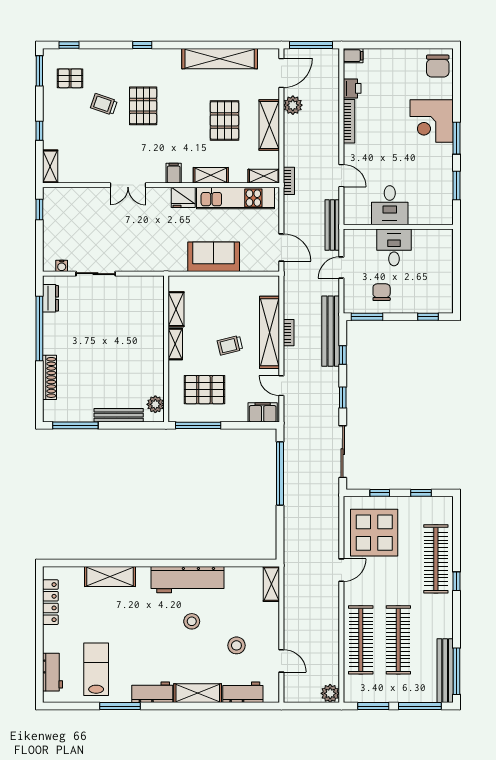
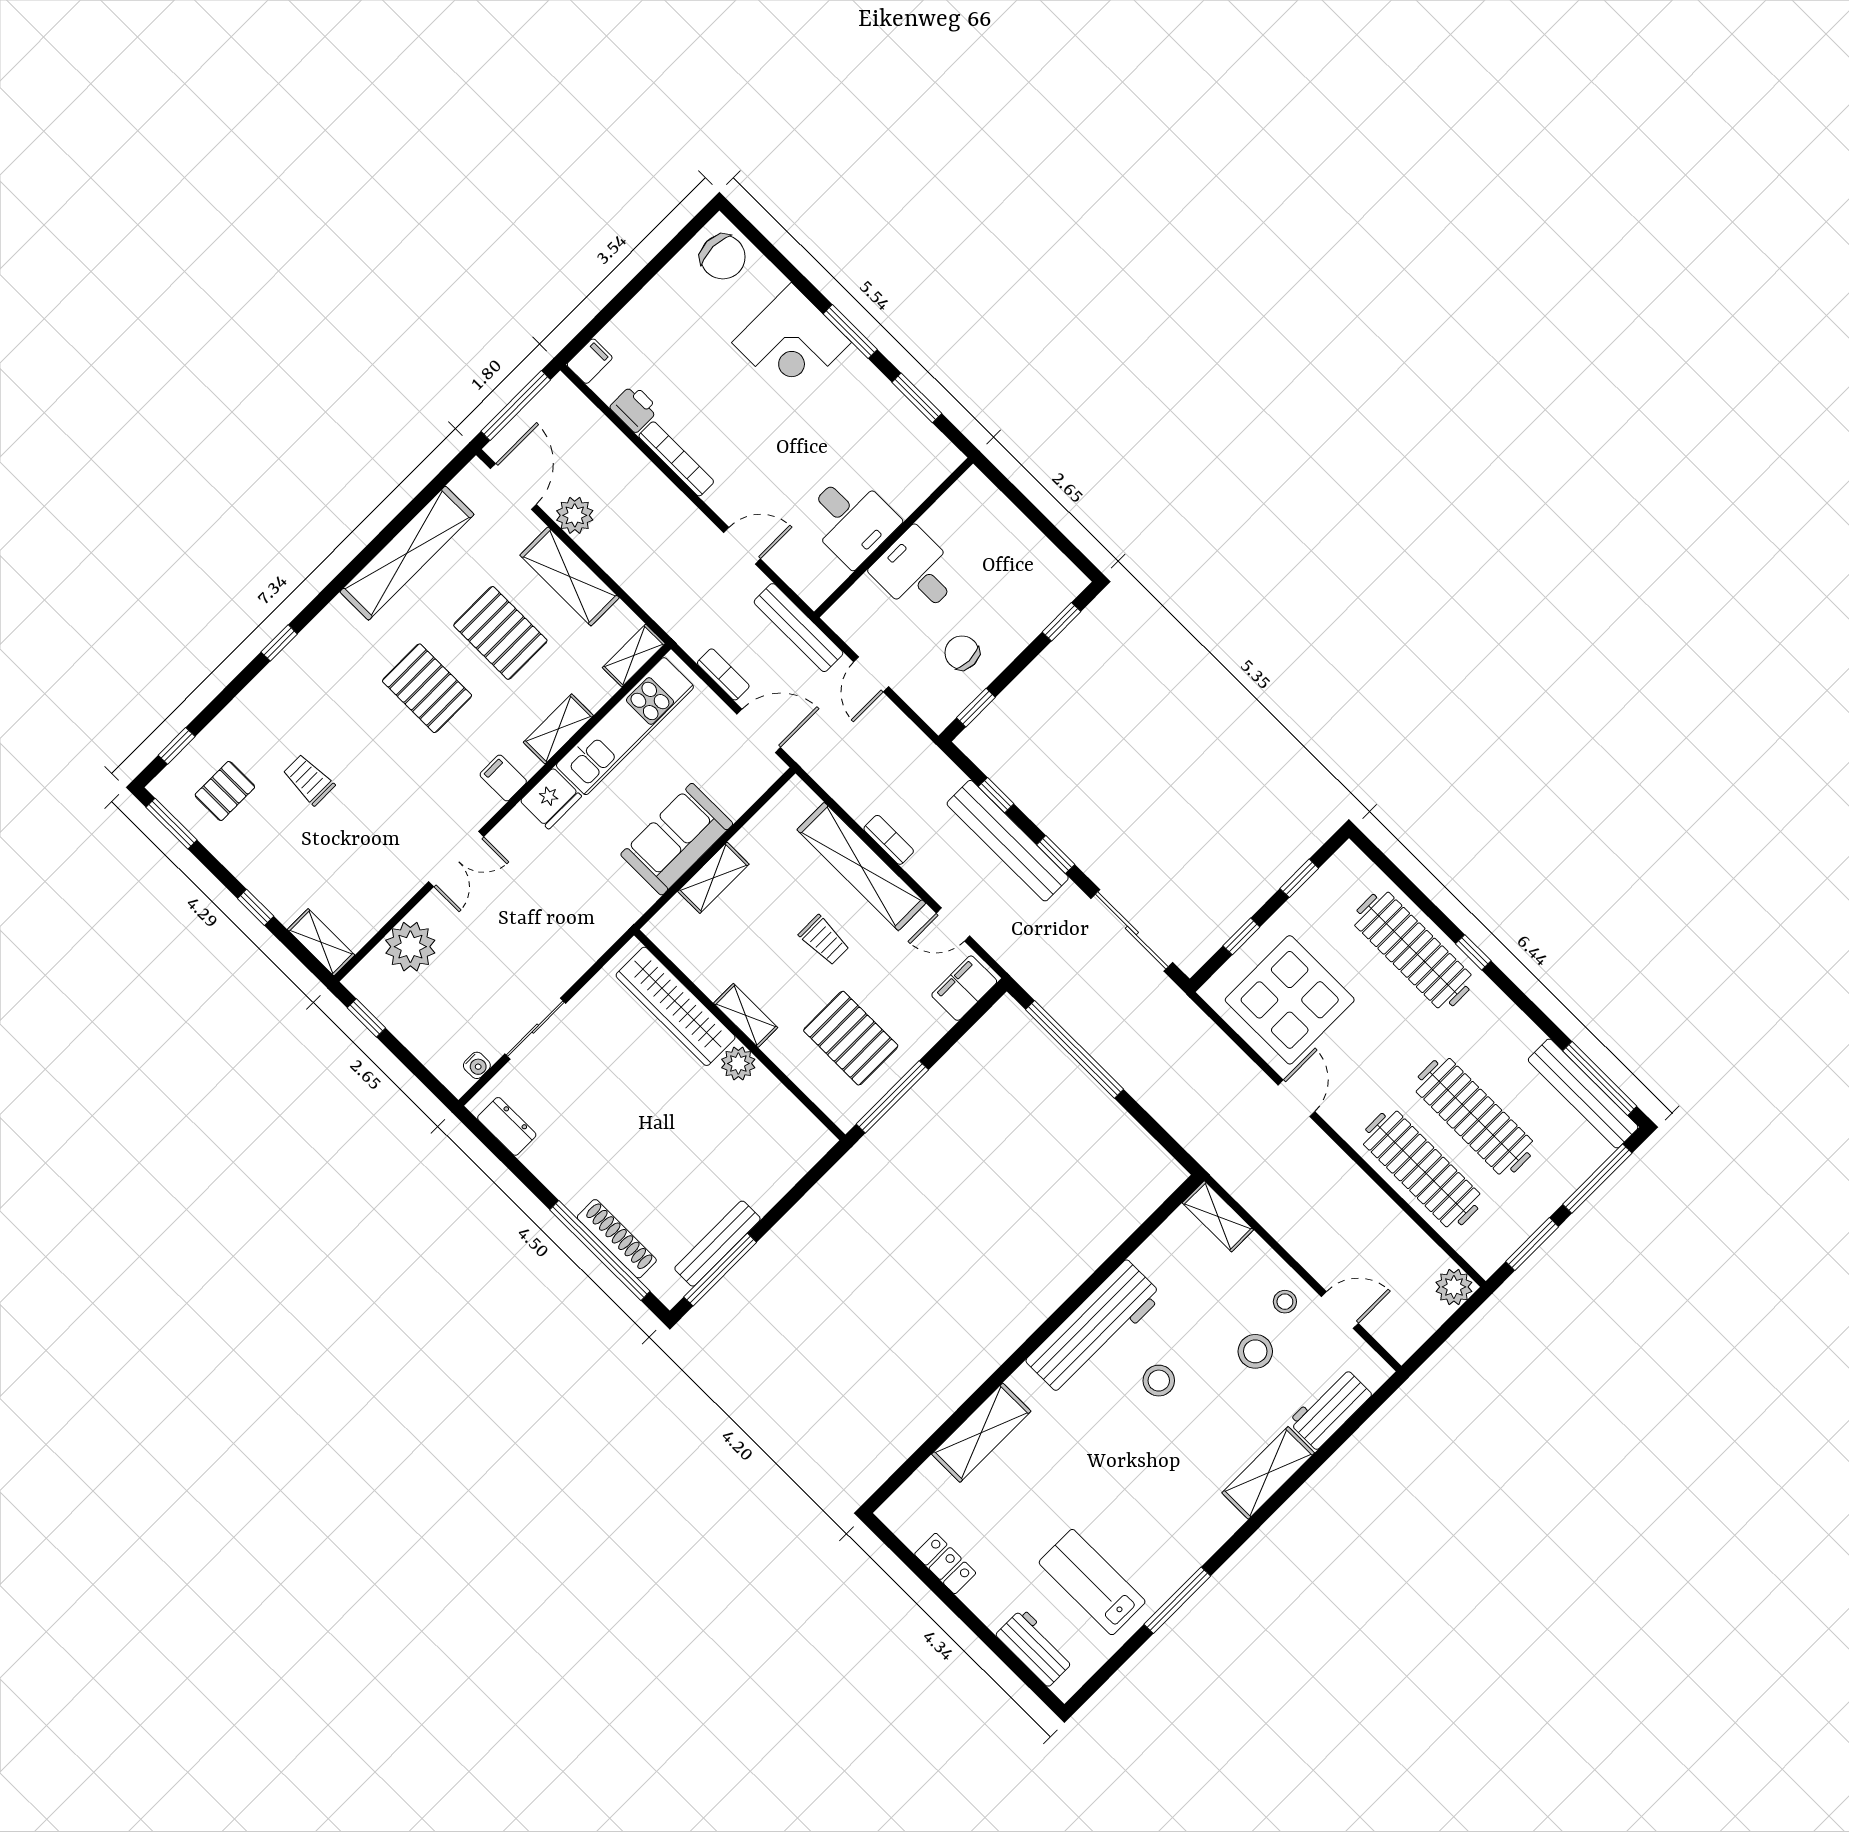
trolley: (104, 104) -> (309, 780), turned 71
pallet: (143, 106) -> (427, 688), moved
bookcase: (289, 181) -> (723, 674), moved
plant: (80, 200) -> (410, 947), added
shelving: (176, 309) -> (713, 878), moved, turned 90
wardrobe: (153, 316) -> (676, 1006), added
window: (367, 317) -> (976, 708), width x0.67
window: (39, 329) -> (600, 1251), moved
bench: (331, 331) -> (1008, 841), moved
trolley: (230, 345) -> (824, 940), turned -76
pallet: (204, 390) -> (851, 1038), turned 90
plant: (155, 404) -> (738, 1063), moved
bench: (119, 415) -> (717, 1244), moved
locker: (50, 602) -> (945, 1564), width x0.66
stool: (265, 638) -> (1285, 1302), added
workbench: (152, 692) -> (1203, 1535), removed

